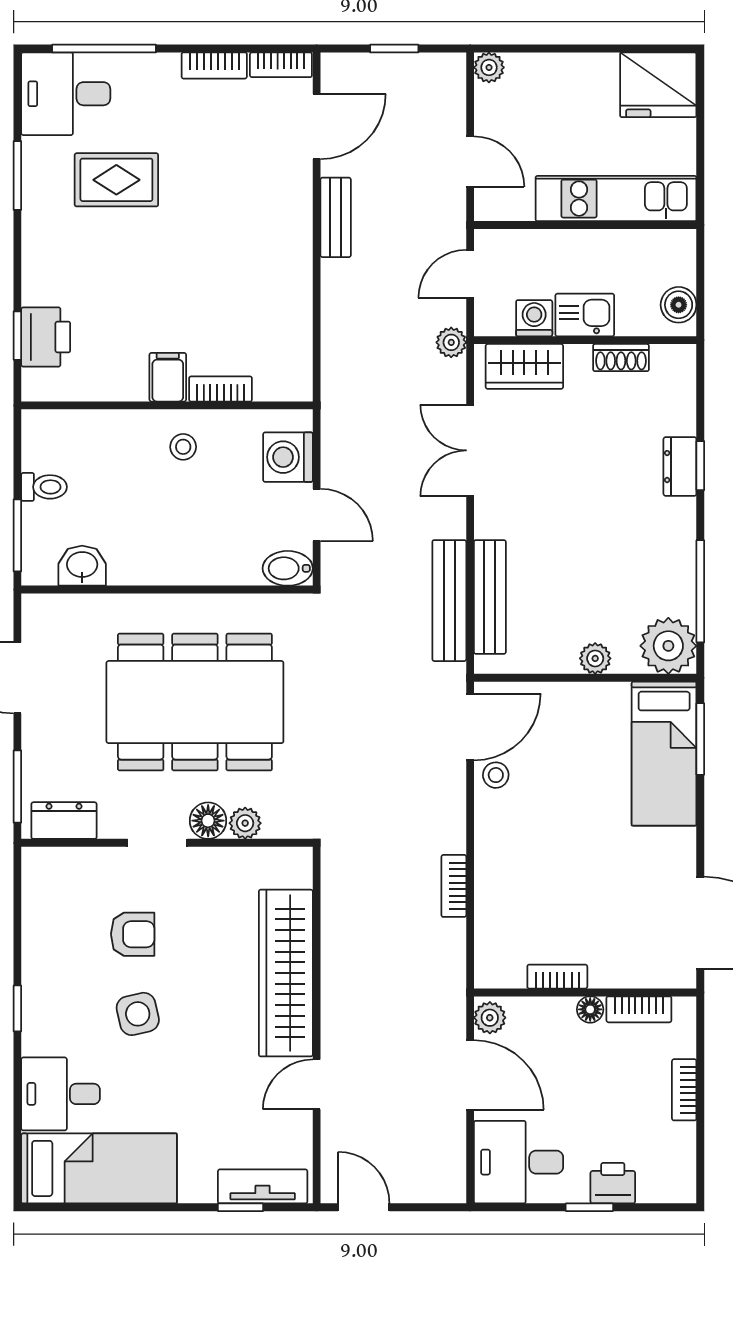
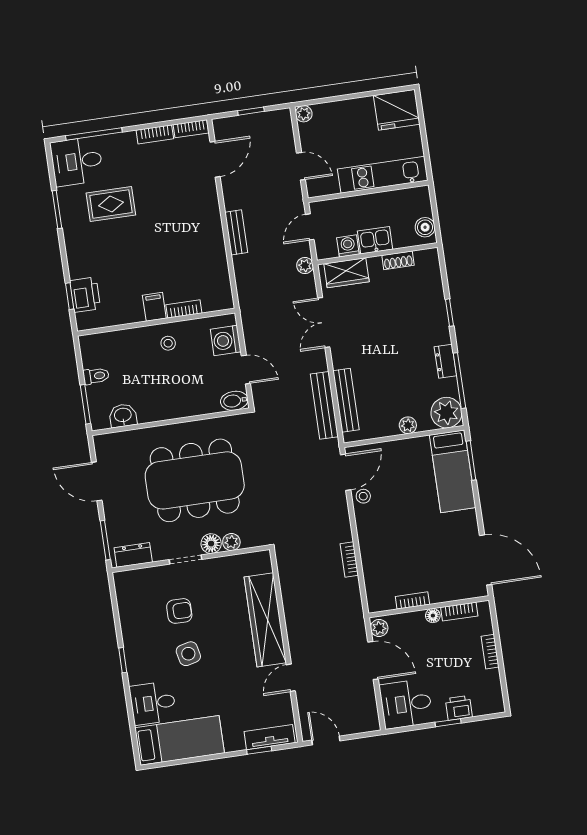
bench: (336, 217) -> (236, 232), moved
dresser: (680, 467) -> (445, 361), moved

